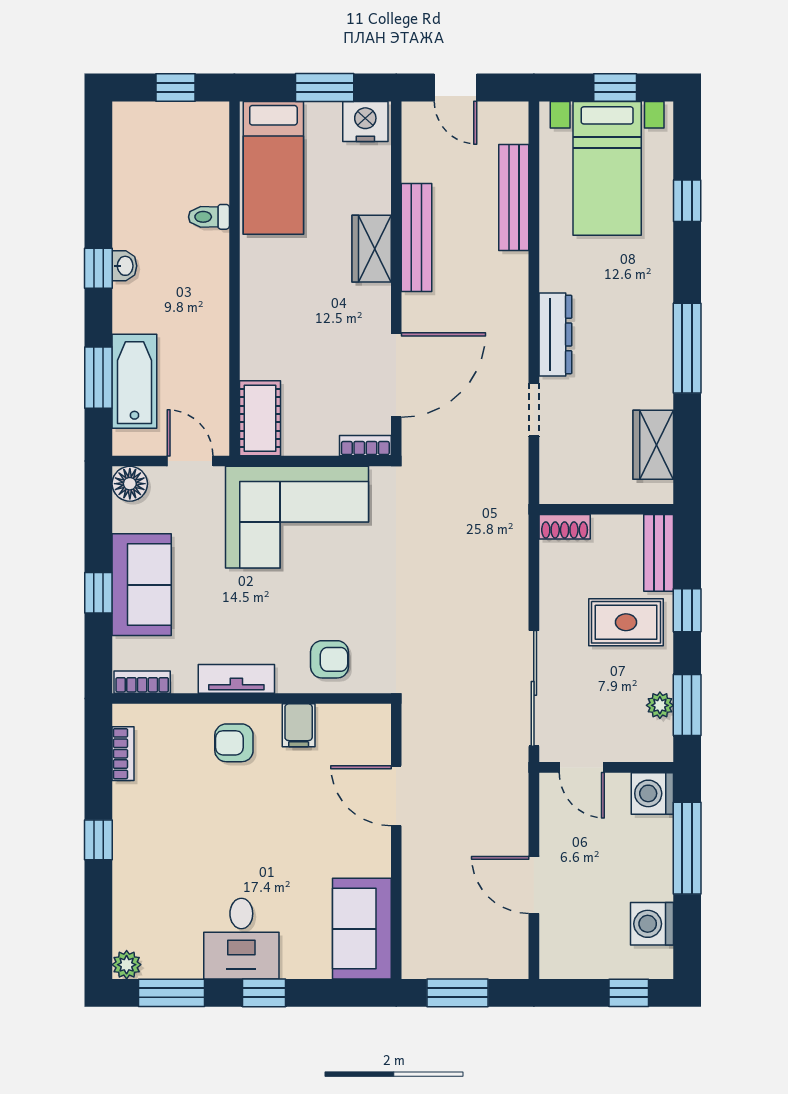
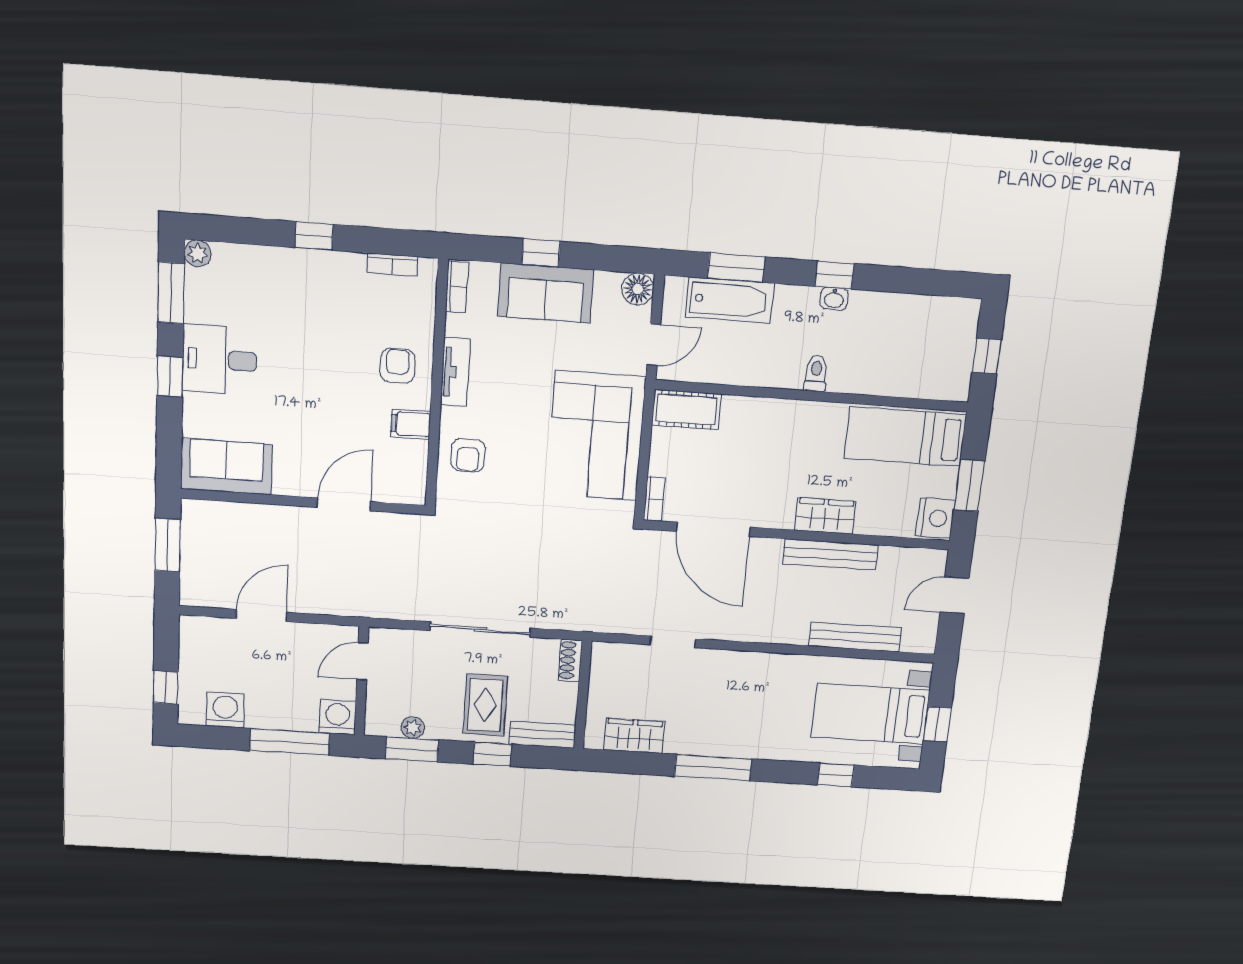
toilet: (209, 217) -> (816, 373), moved
dresser: (555, 334) -> (735, 663), removed
sliding door: (534, 688) -> (480, 629), moved

